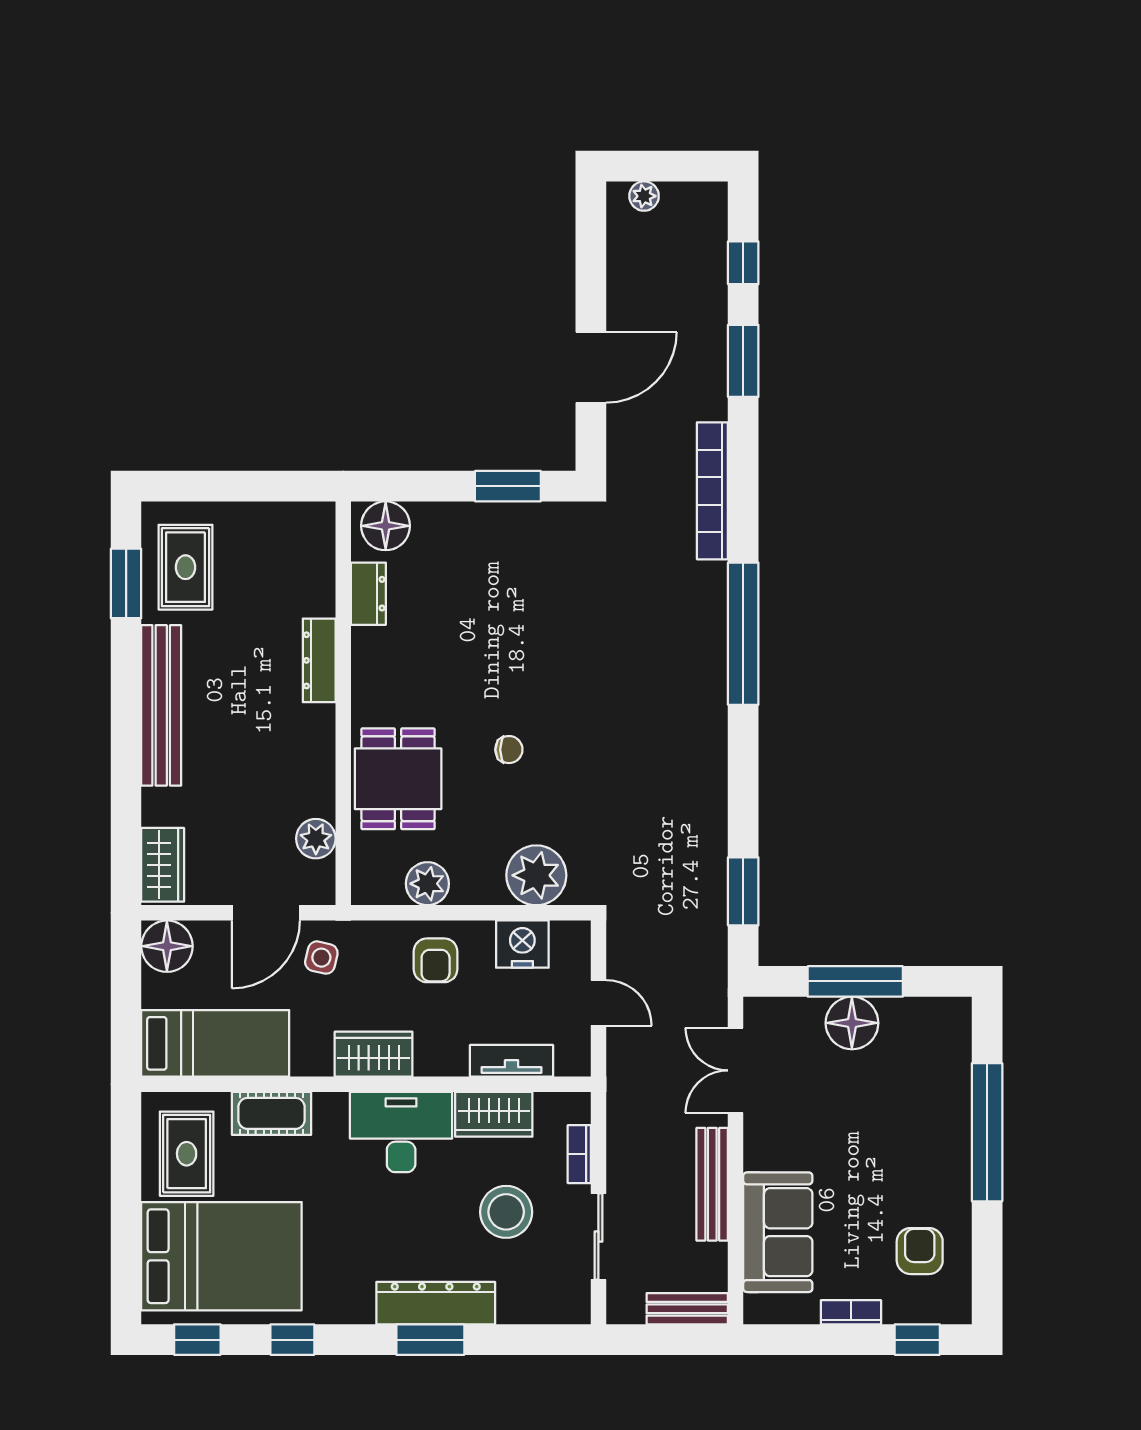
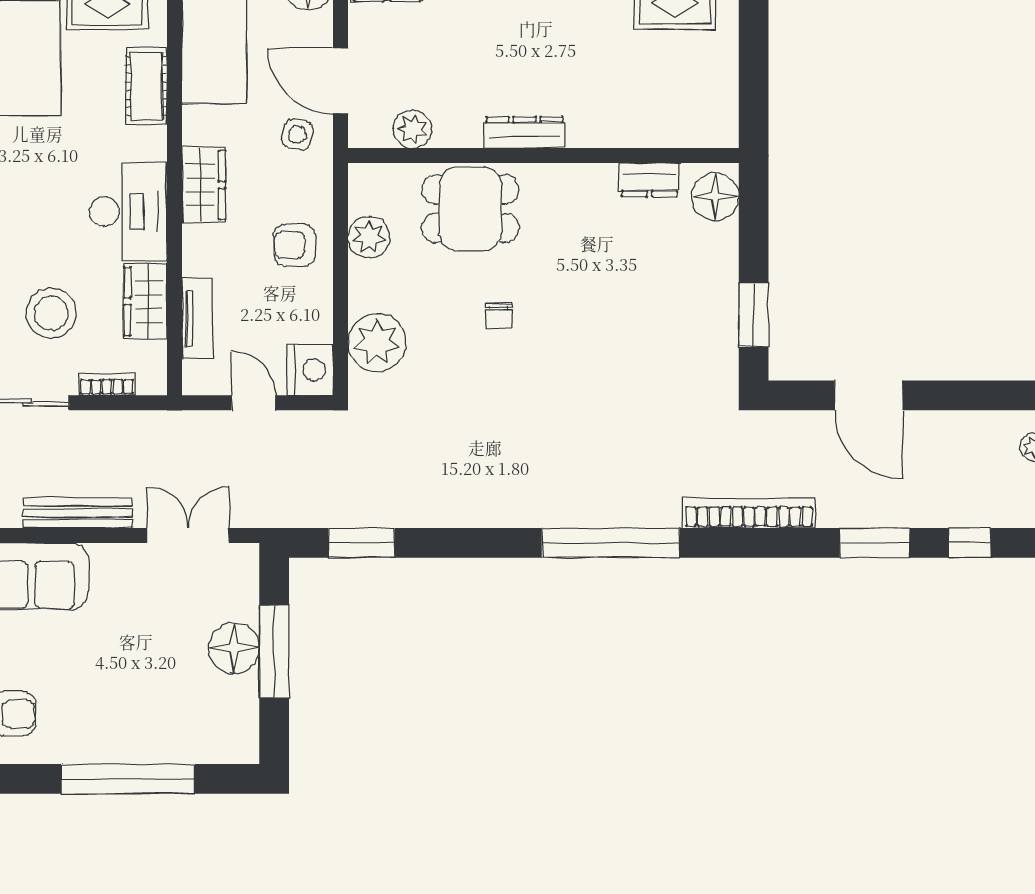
dresser: (319, 660) -> (524, 132), moved
nightstand: (522, 944) -> (310, 370), moved
door: (598, 1003) -> (253, 403), swing flipped

